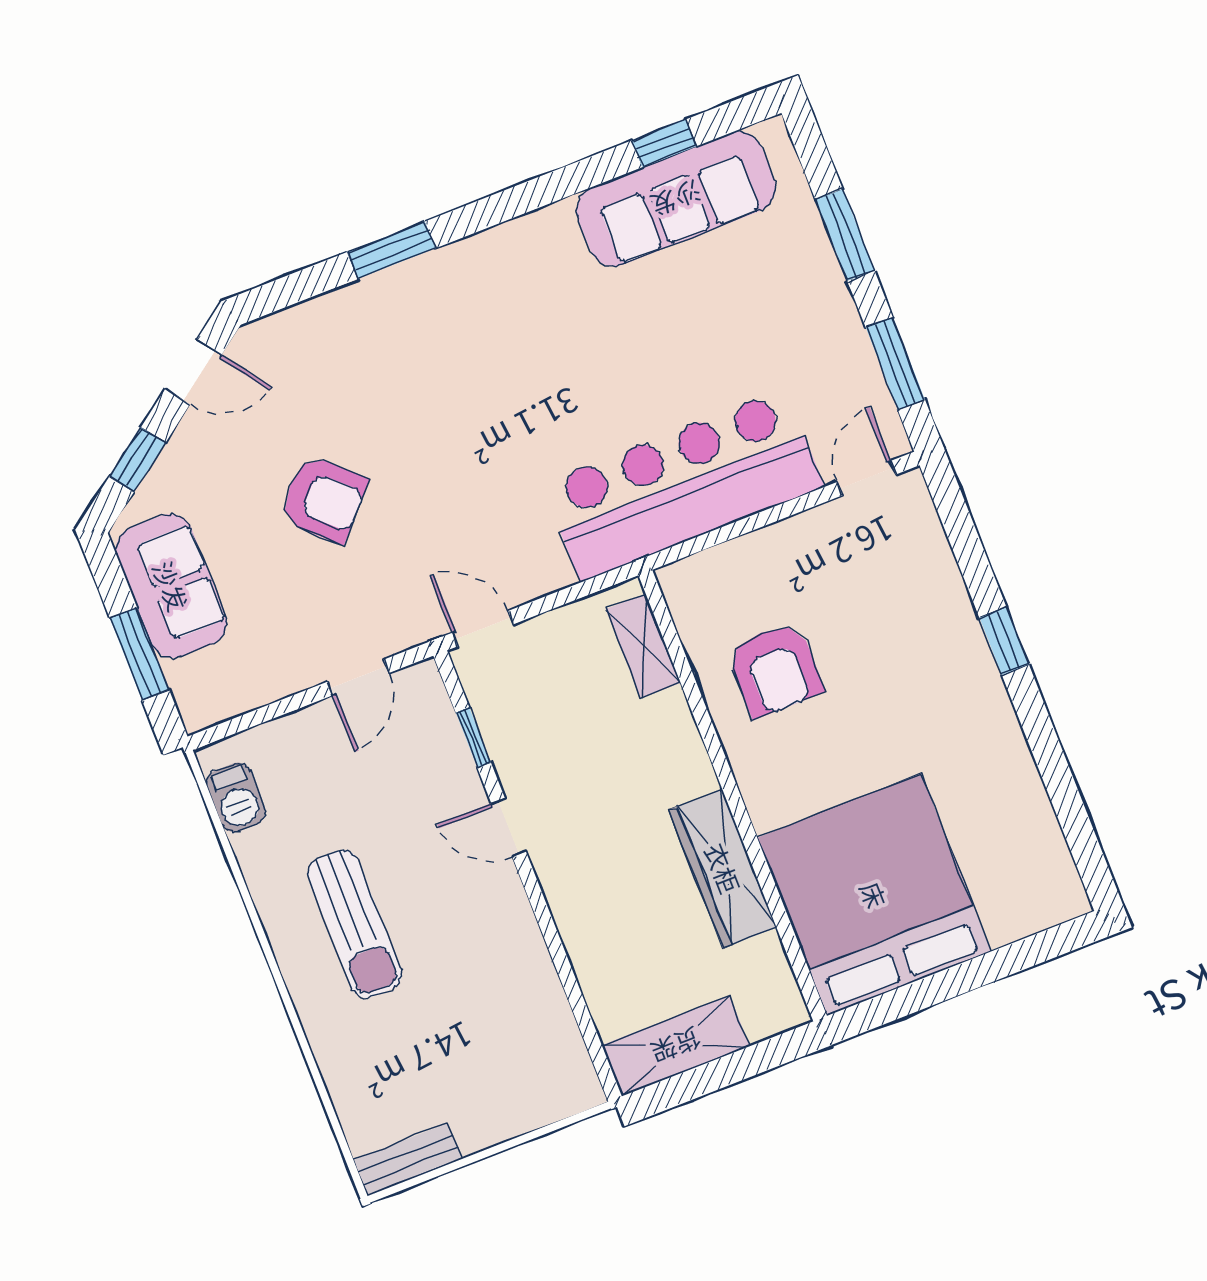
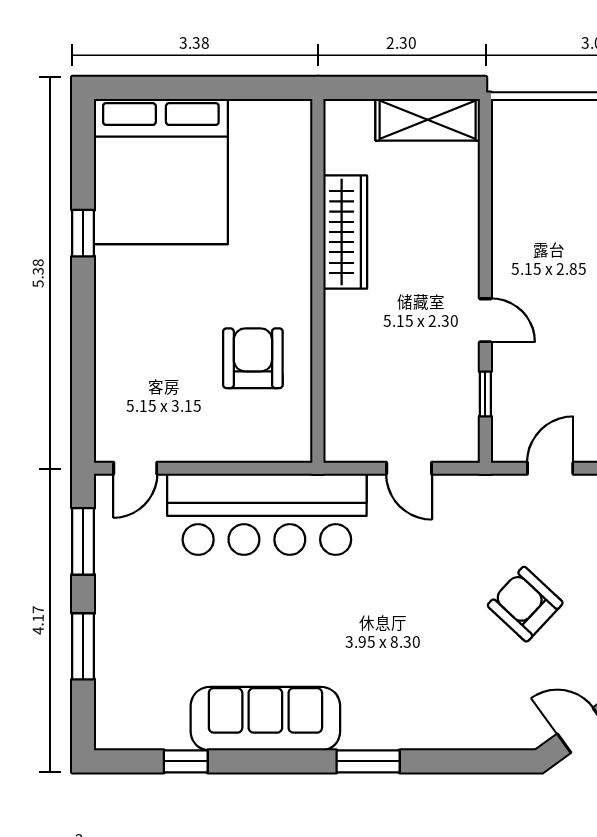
sofa: (676, 199) -> (265, 719), moved
window: (391, 250) -> (368, 761), moved
door: (483, 629) -> (409, 468), moved
window: (1004, 641) -> (83, 233), moved
shelving: (643, 646) -> (340, 411), removed
bed: (874, 895) -> (161, 171), moved

